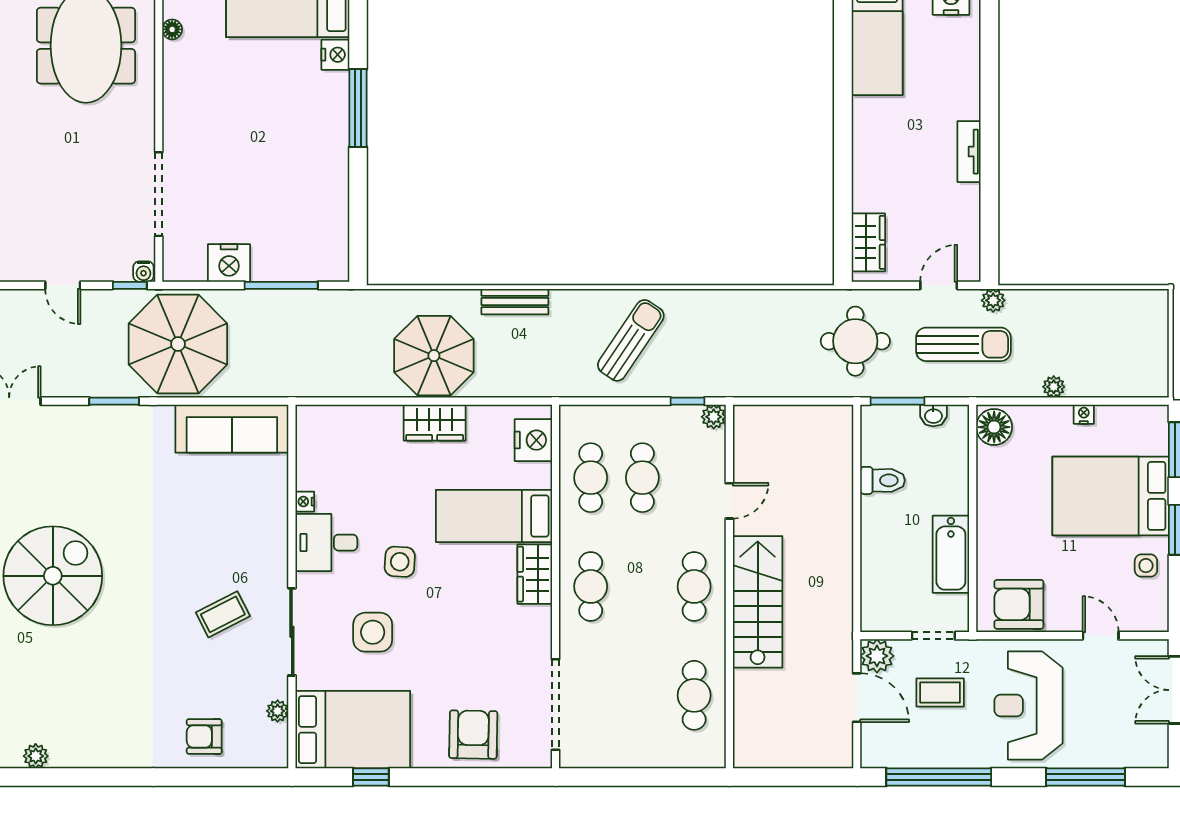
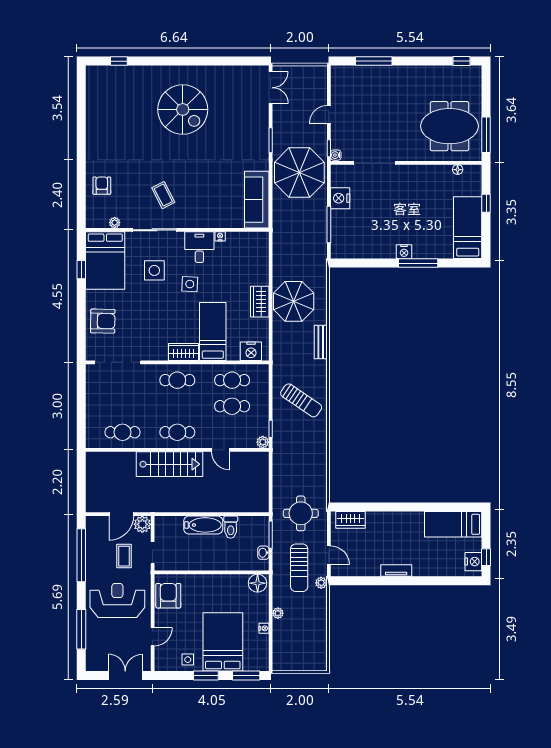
nightstand: (335, 55) -> (404, 252), moved
bathtub: (951, 554) -> (203, 525), moved, turned 180
plant: (36, 756) -> (92, 101), removed

